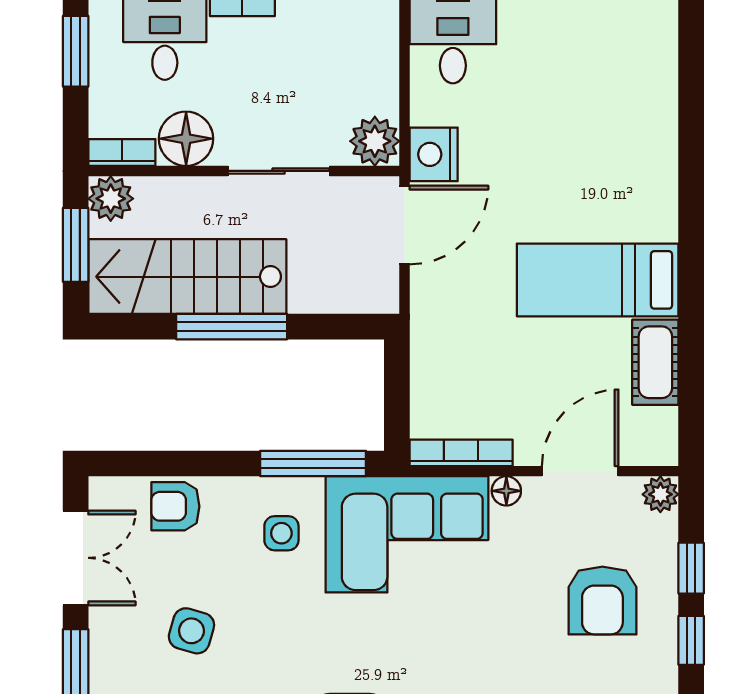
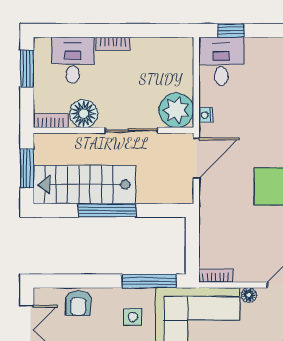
plant: (375, 141) -> (176, 110), width x1.36, depth x1.36
nightstand: (434, 154) -> (206, 115), width x0.53, depth x0.56
plant: (111, 199) -> (45, 144), removed
bookcase: (461, 453) -> (216, 275), width x0.64
armchair: (175, 506) -> (78, 303), turned -90

